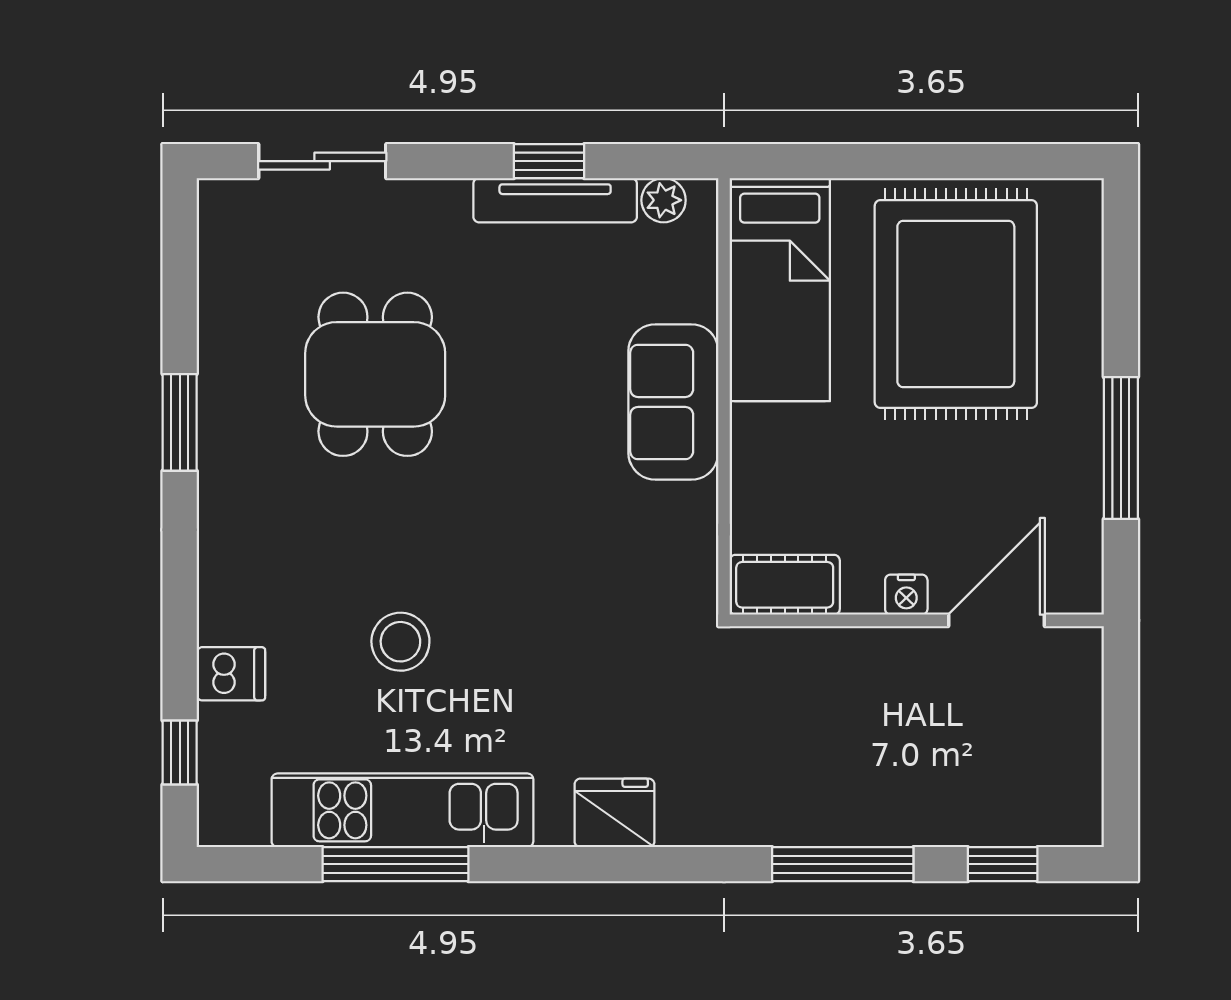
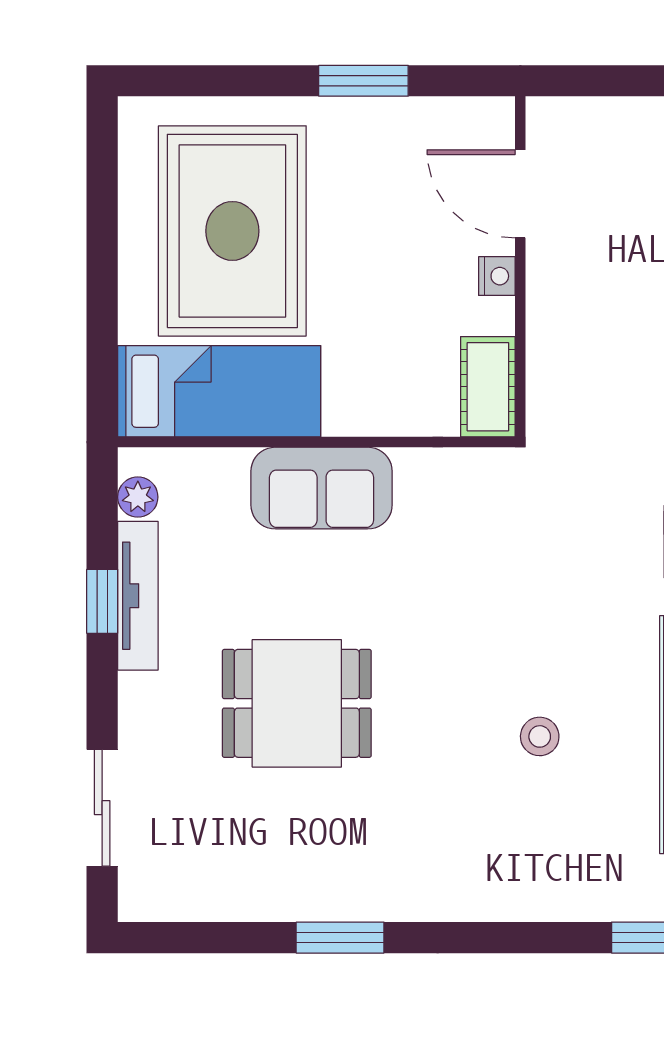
rug: (956, 304) -> (232, 231), turned 90
dining table: (375, 374) -> (297, 703), moved
window: (1121, 448) -> (363, 81), width x0.69
stool: (400, 642) -> (540, 736), width x0.73, depth x0.73
dishwasher: (231, 674) -> (569, 891), removed

